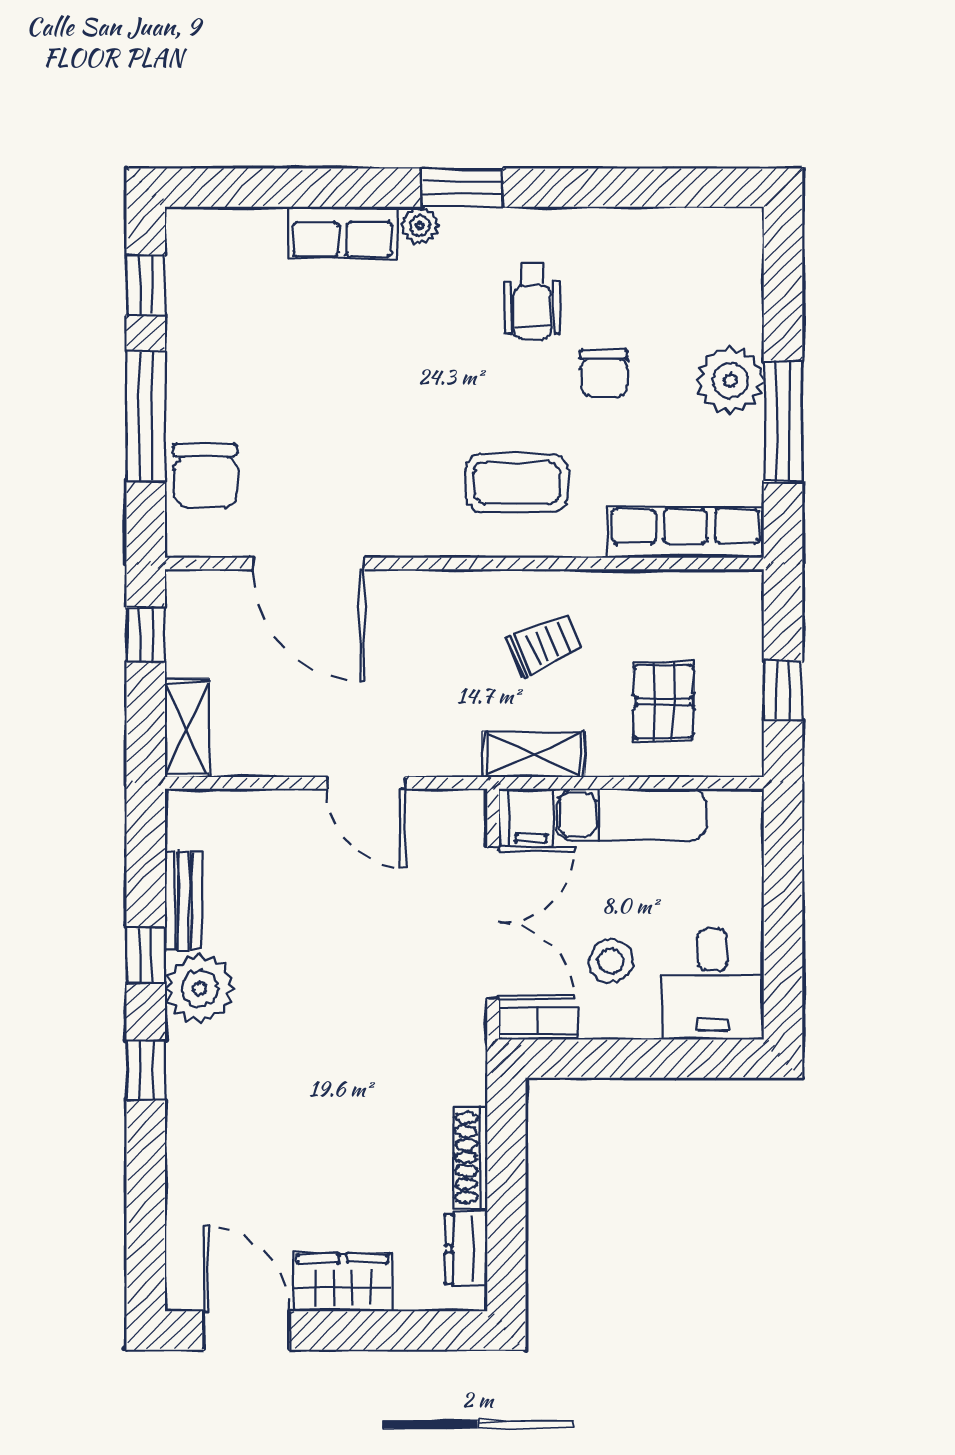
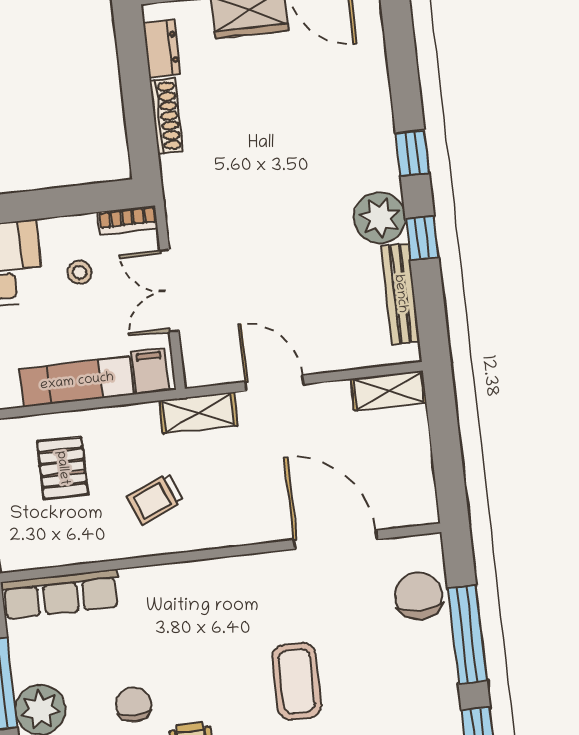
coffee table: (517, 483) -> (297, 681), moved, turned 90
window: (146, 635) -> (449, 474), removed
shelving: (187, 728) -> (389, 391), moved, turned 90
shelving: (534, 754) -> (198, 413), moved
bench: (184, 901) -> (400, 294), width x1.36
double door: (493, 923) -> (169, 290), width x0.73
stool: (611, 961) -> (80, 272), width x0.73, depth x0.73

